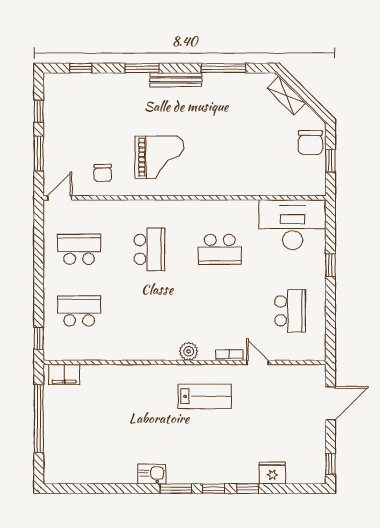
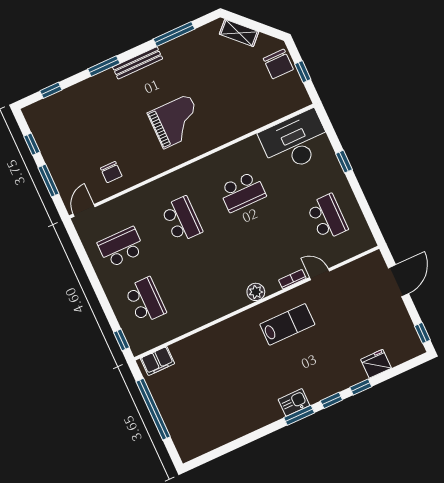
grand piano: (159, 157) -> (176, 121), moved
school desk: (79, 311) -> (145, 300), turned 90
kitchen sink: (152, 474) -> (294, 402), moved

